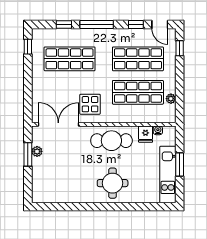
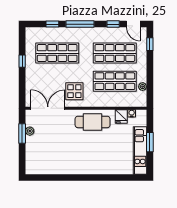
window: (28, 47) -> (22, 61), moved
round table: (113, 183) -> (93, 158), removed

